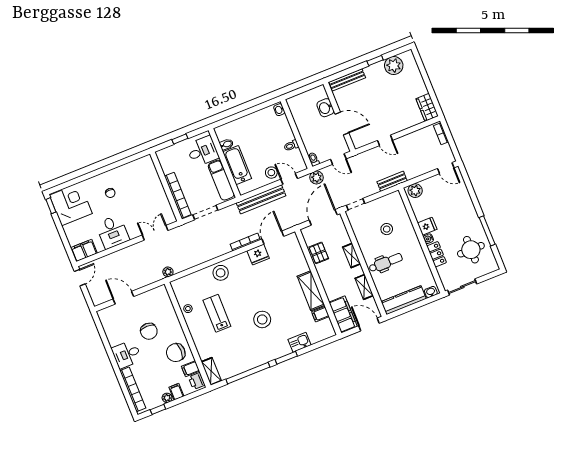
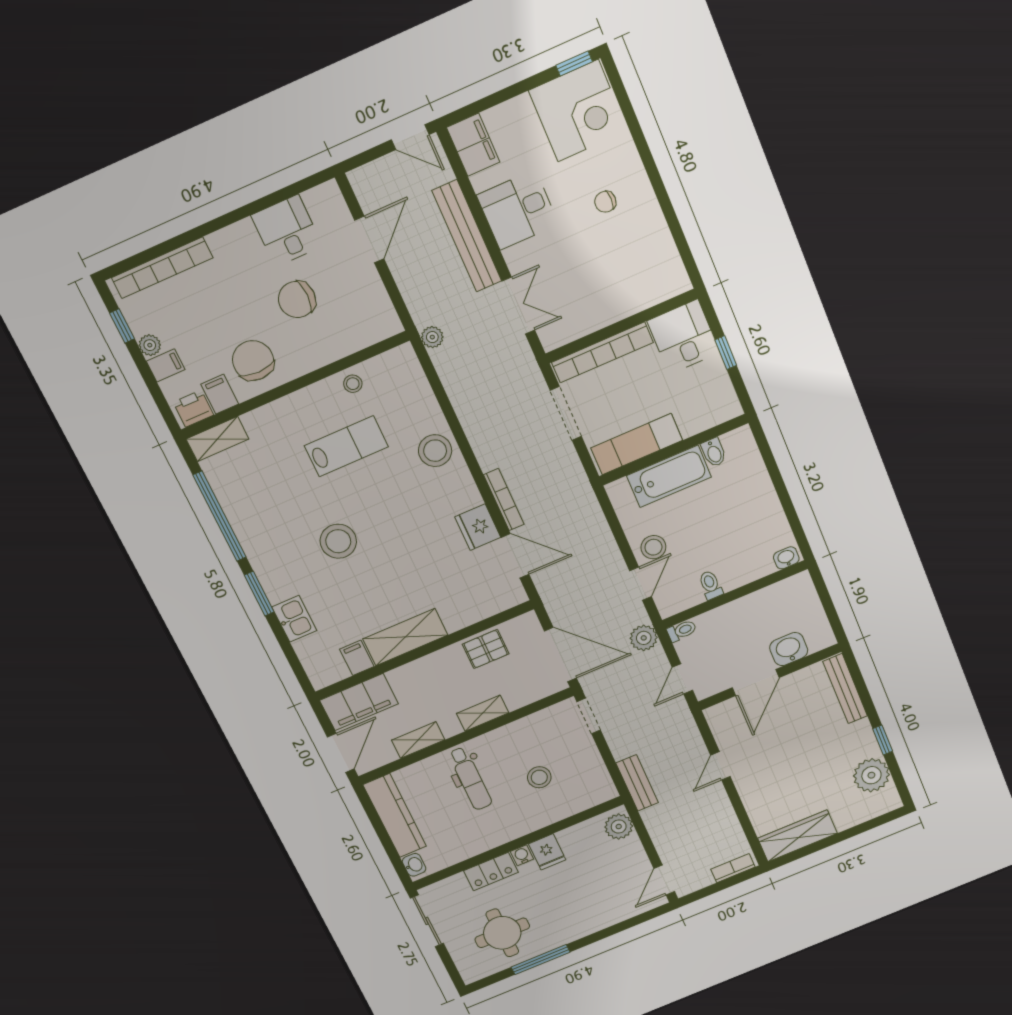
wardrobe: (427, 107) -> (797, 836), width x1.50
desk: (203, 151) -> (683, 337), moved, turned 180
bench: (261, 199) -> (467, 236), moved
desk: (127, 354) -> (287, 231), moved

